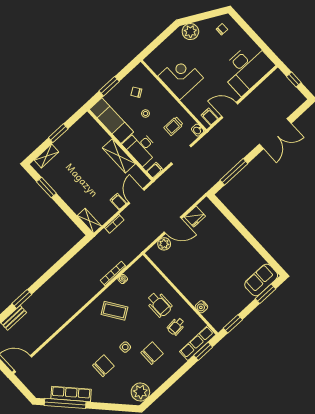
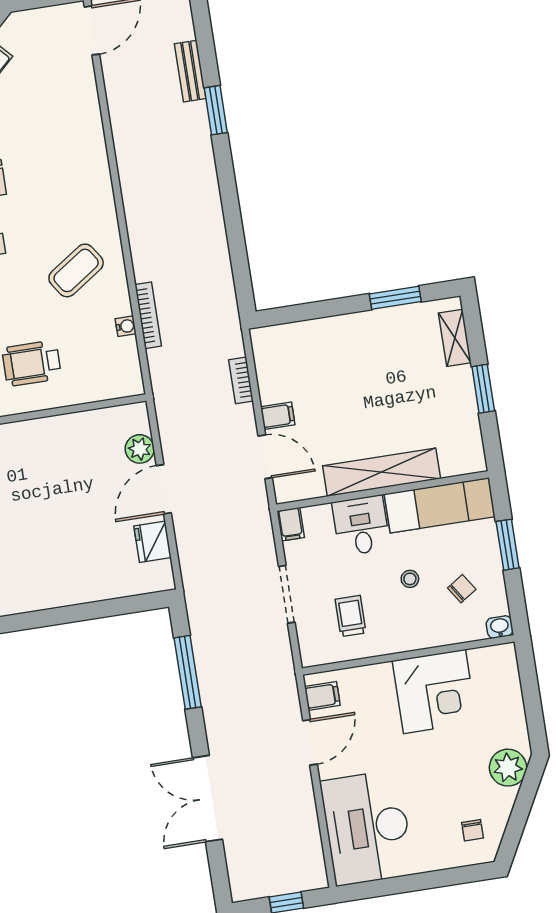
washbasin: (198, 130) -> (500, 627), moved
desk: (141, 147) -> (361, 526), width x0.73
shelving: (119, 156) -> (382, 472), width x1.47
shelving: (89, 221) -> (278, 337), removed

